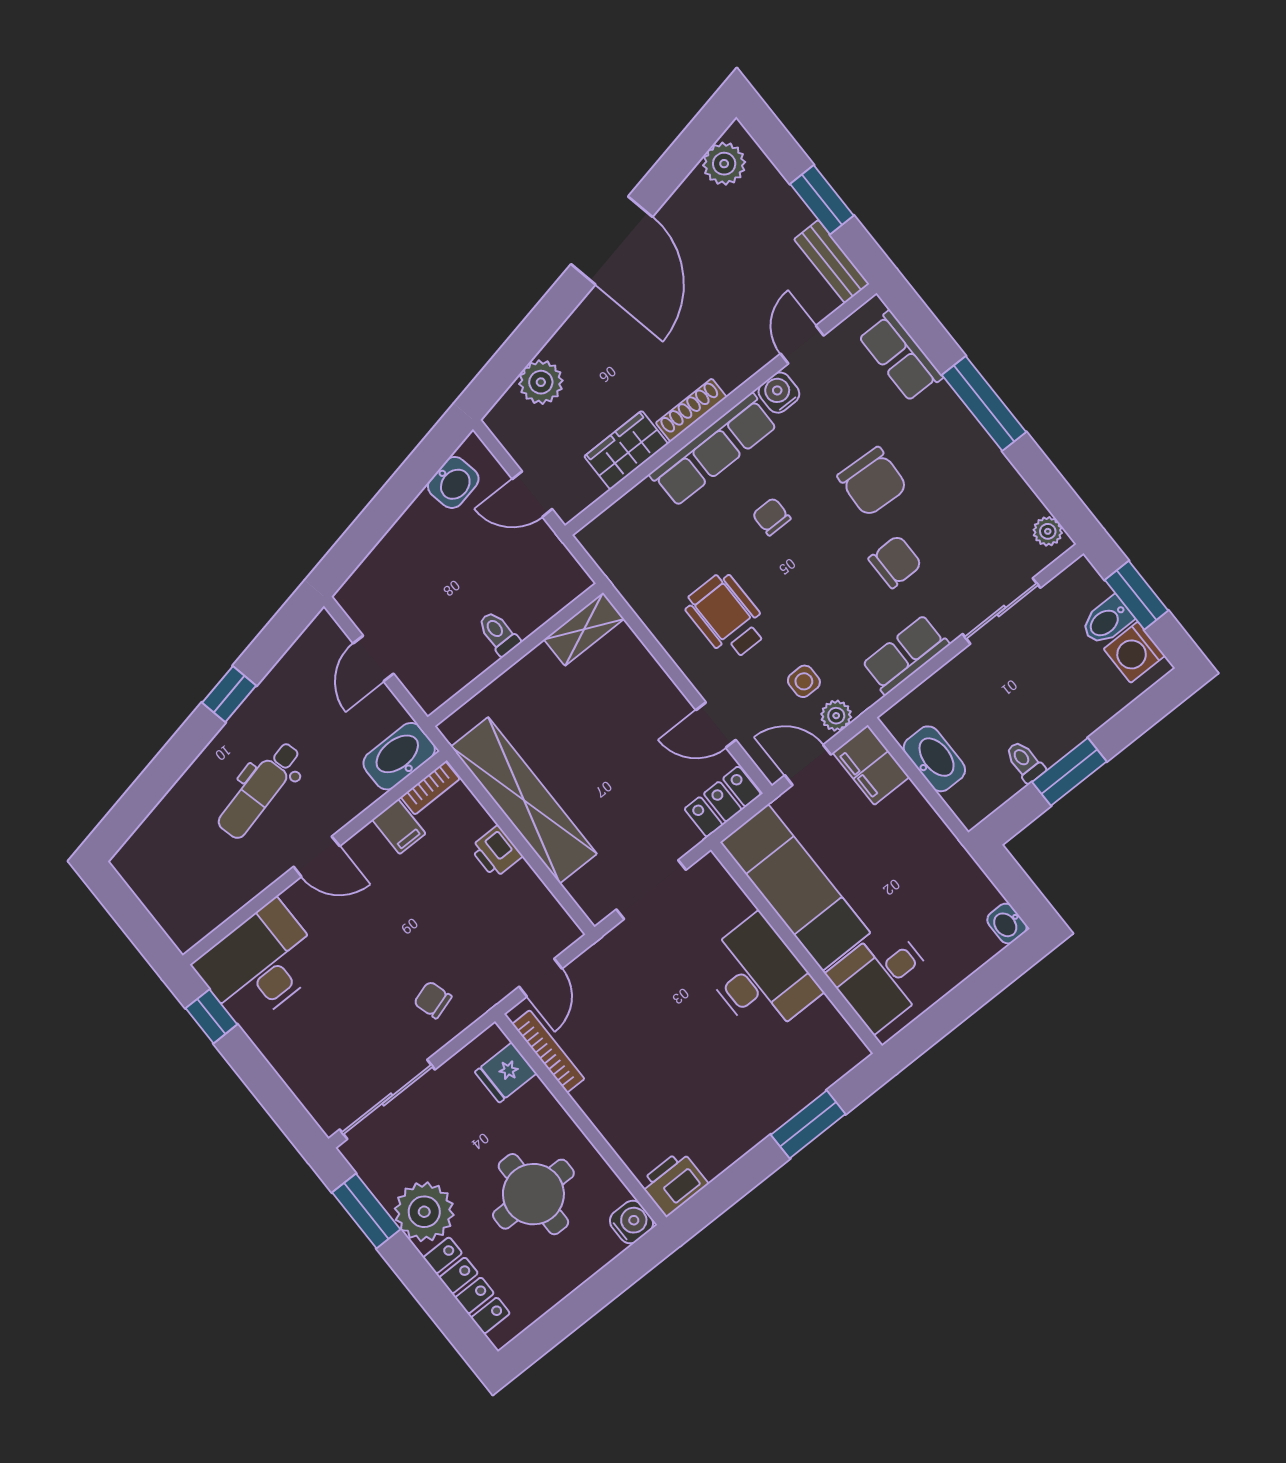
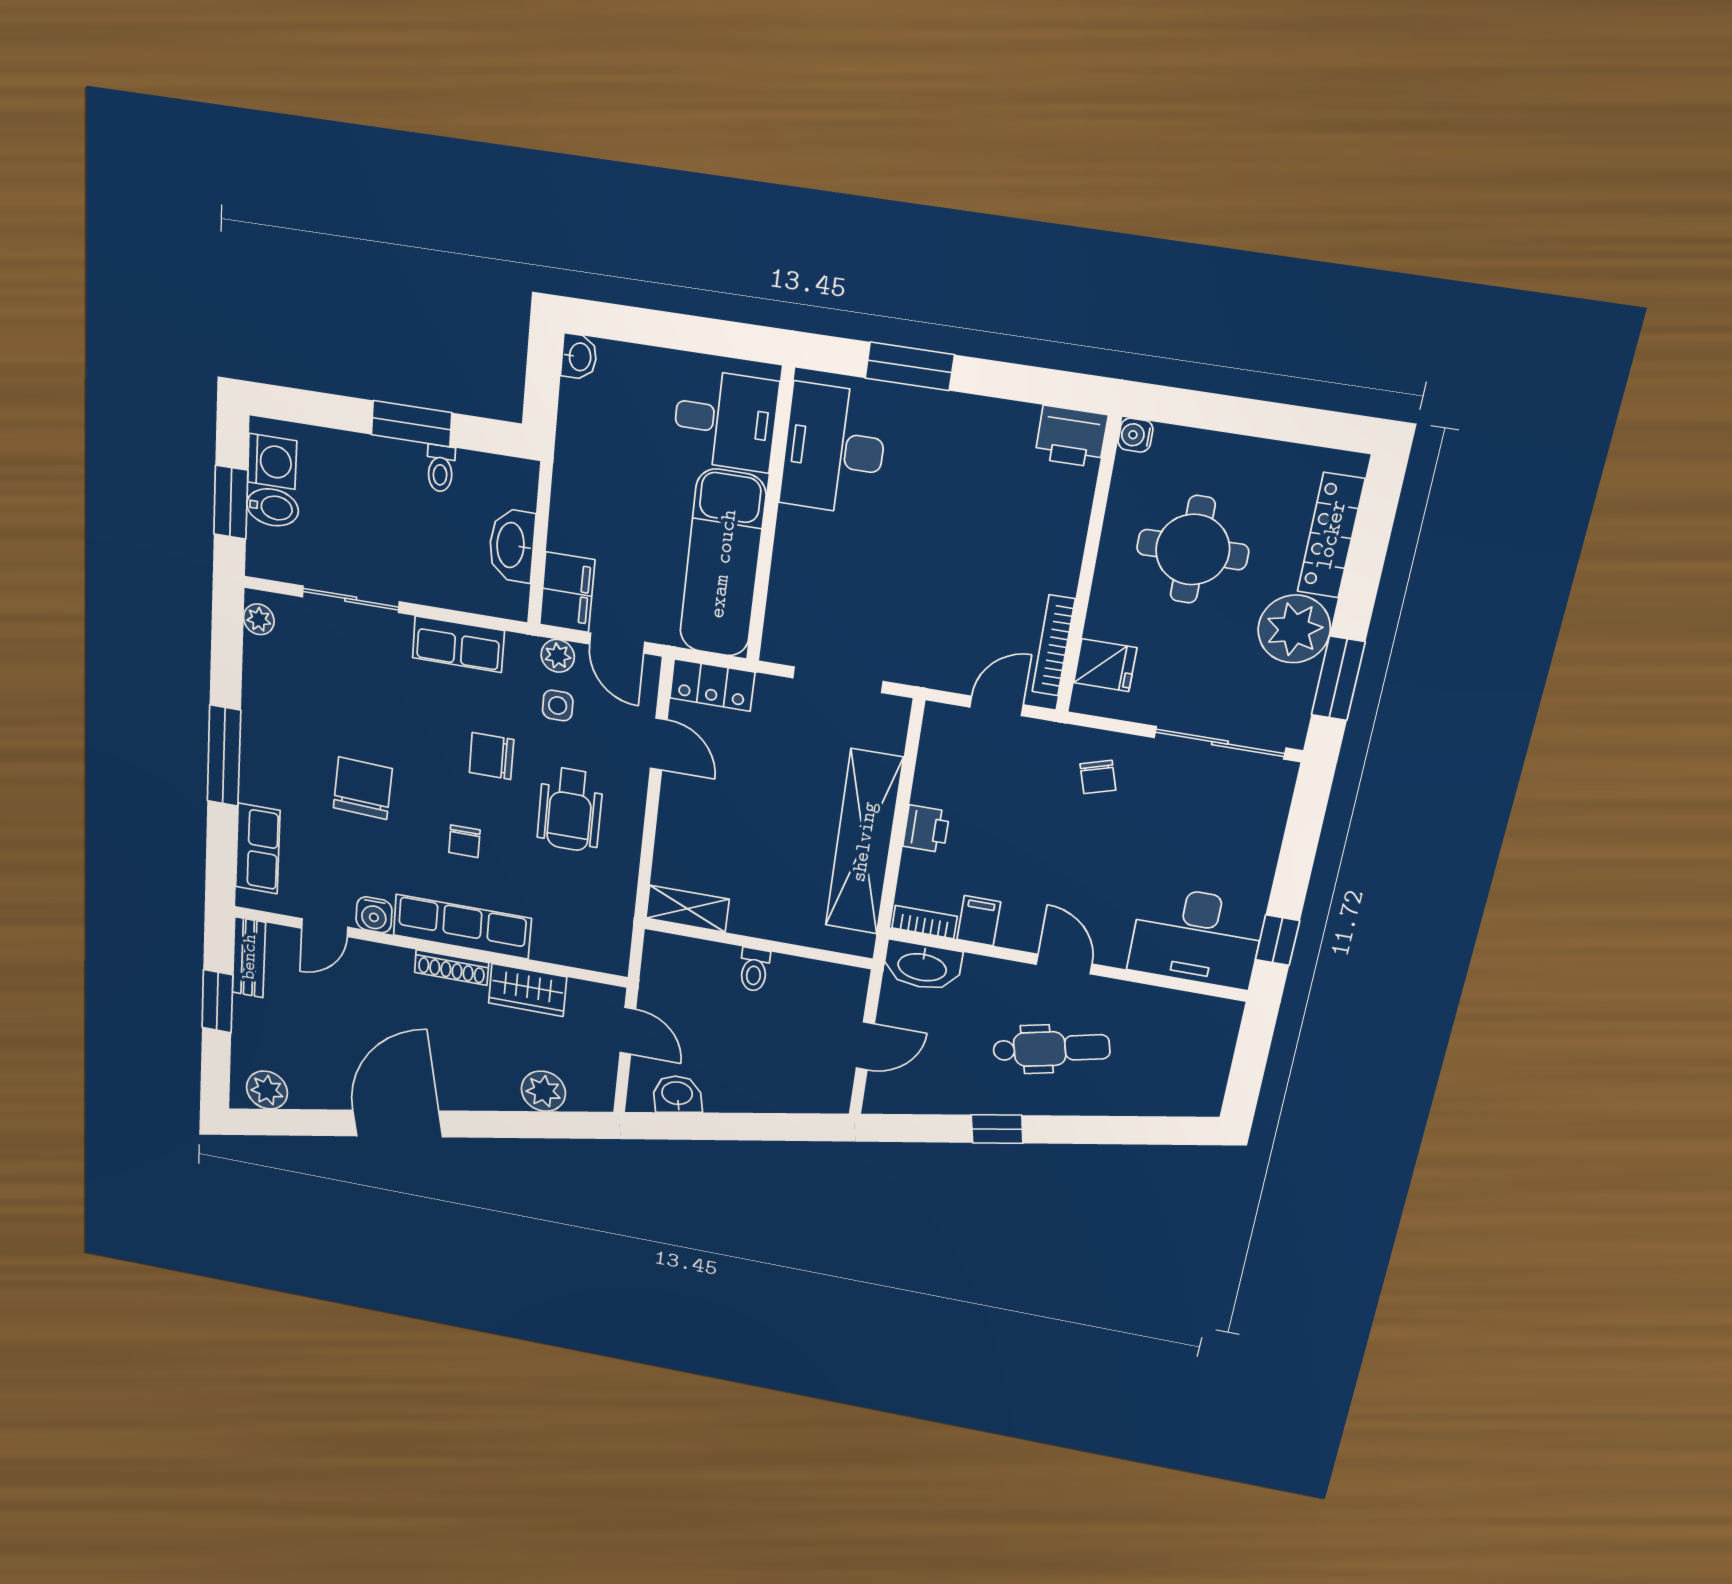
chair: (895, 562) -> (492, 756), moved
desk: (759, 977) -> (834, 449), moved
water cooler: (631, 1222) -> (1135, 435), width x0.72, depth x0.72

